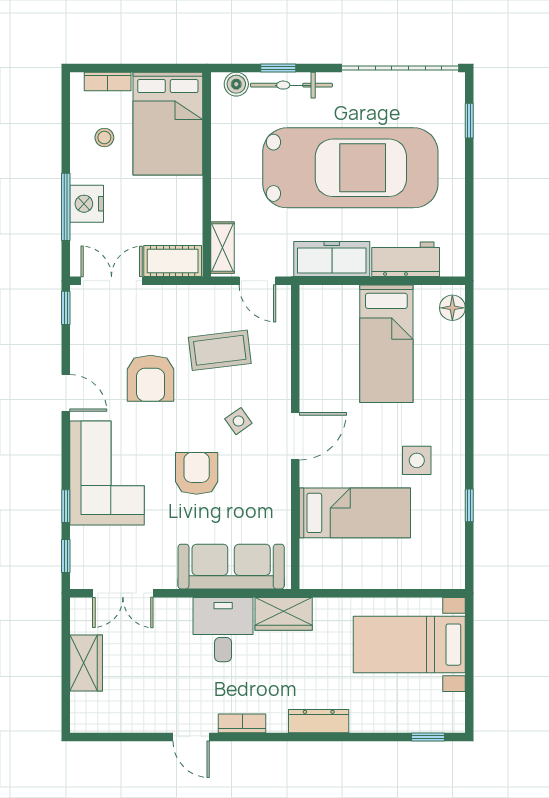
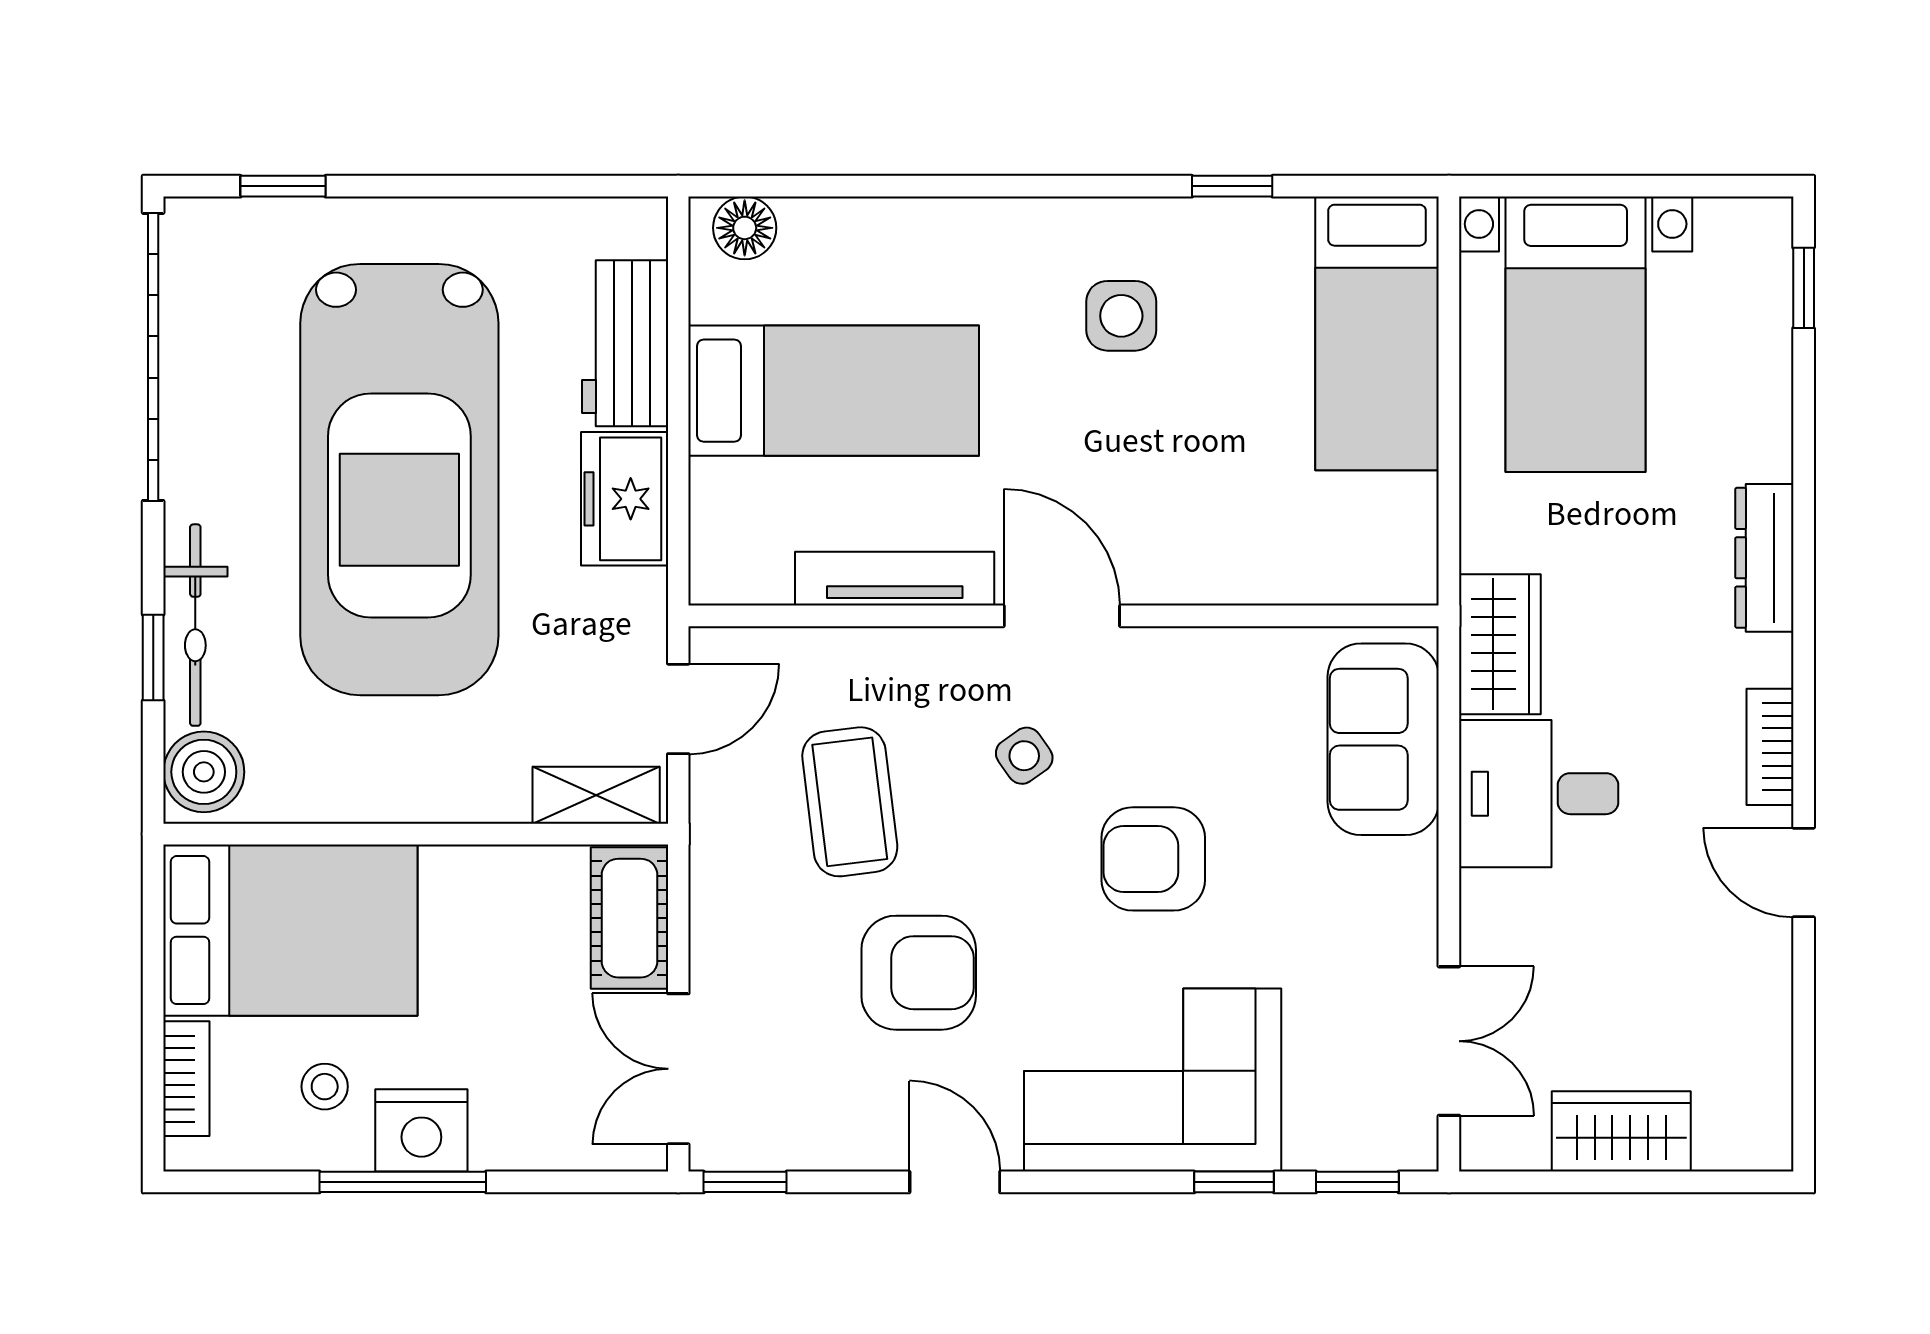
boiler: (236, 84) -> (204, 772), width x1.36, depth x1.36
car: (350, 168) -> (399, 480), turned 180
nightstand: (87, 204) -> (421, 1130), moved
window: (66, 207) -> (403, 1182), moved
freezer: (332, 259) -> (625, 499), width x0.71
tv unit: (310, 369) -> (895, 579), added
door: (66, 393) -> (955, 1182), hinge flipped
bed: (355, 513) -> (1377, 333), moved, turned 180
sofa: (231, 567) -> (1383, 739), width x0.73
door: (191, 737) -> (1804, 873), swing flipped

